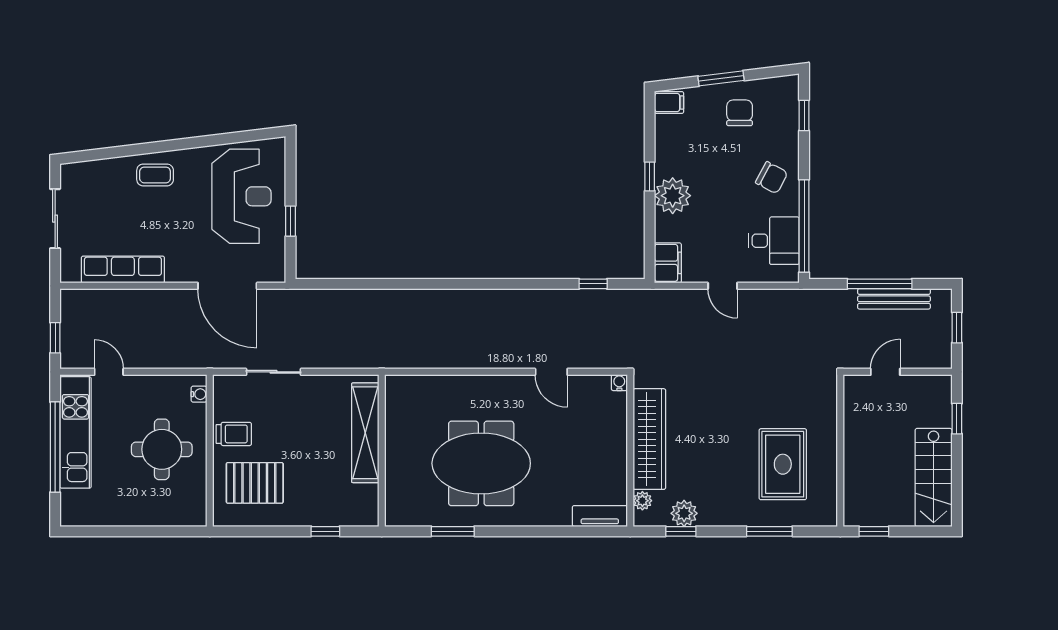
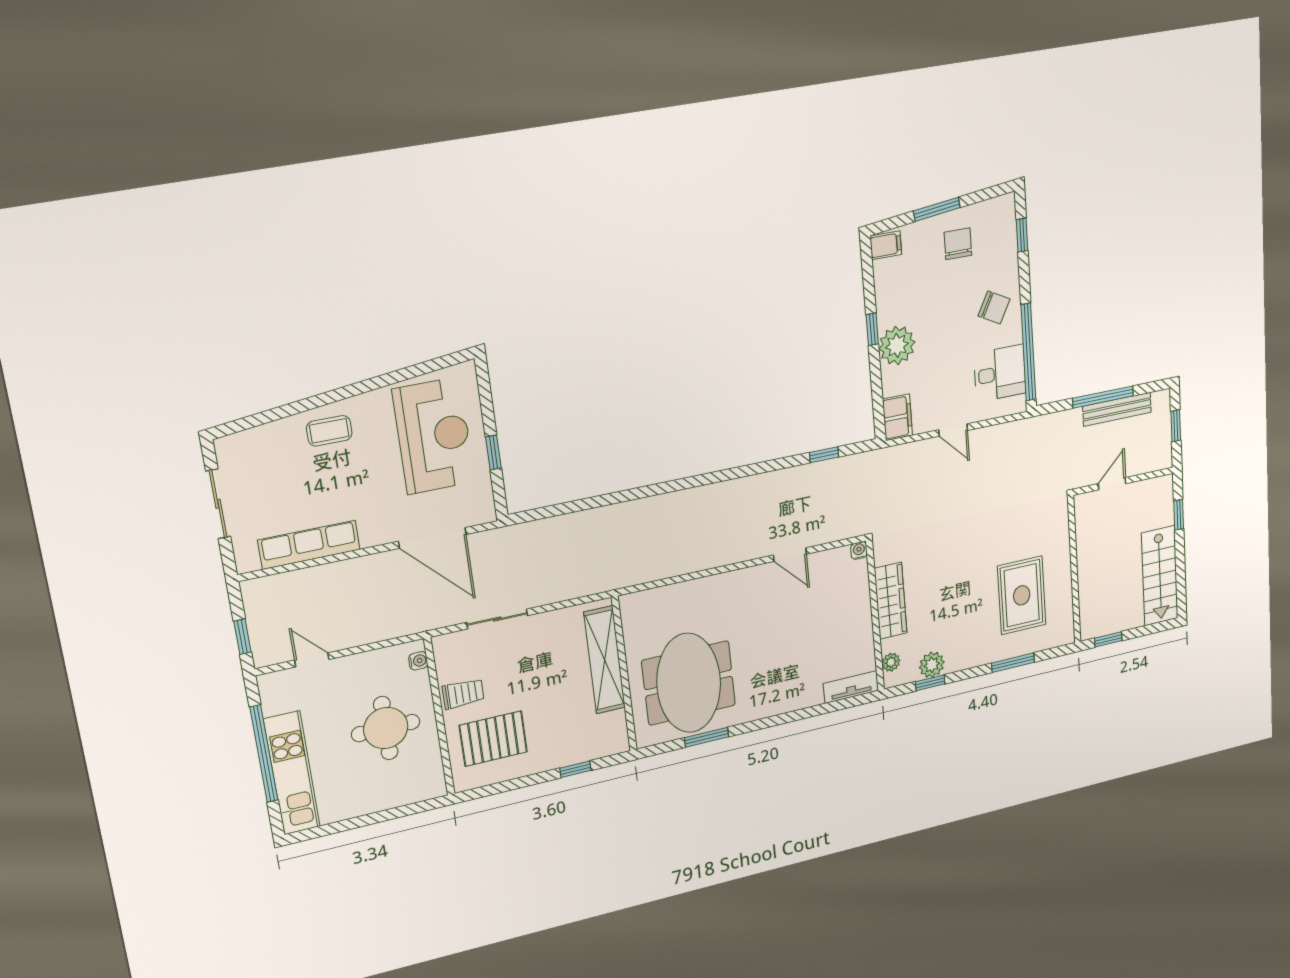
kitchen unit: (76, 432) -> (292, 773), moved
wardrobe: (649, 439) -> (891, 601), width x0.71, depth x0.85
meeting table: (481, 463) -> (689, 683), moved, turned 90

